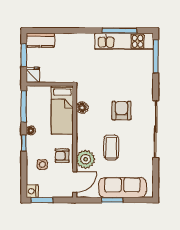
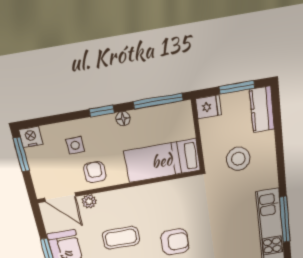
stool: (70, 59) -> (238, 159), added
floor lamp: (82, 108) -> (170, 188), removed
plant: (85, 159) -> (89, 201), width x0.53, depth x0.53

